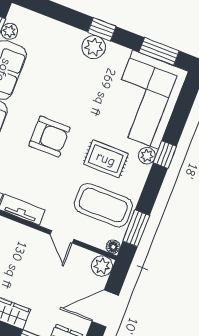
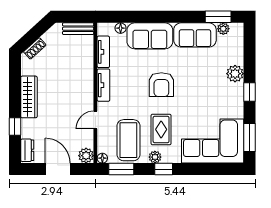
plant: (94, 47) -> (235, 74), moved
window: (165, 155) -> (164, 169), moved
plant: (147, 156) -> (155, 157), moved

